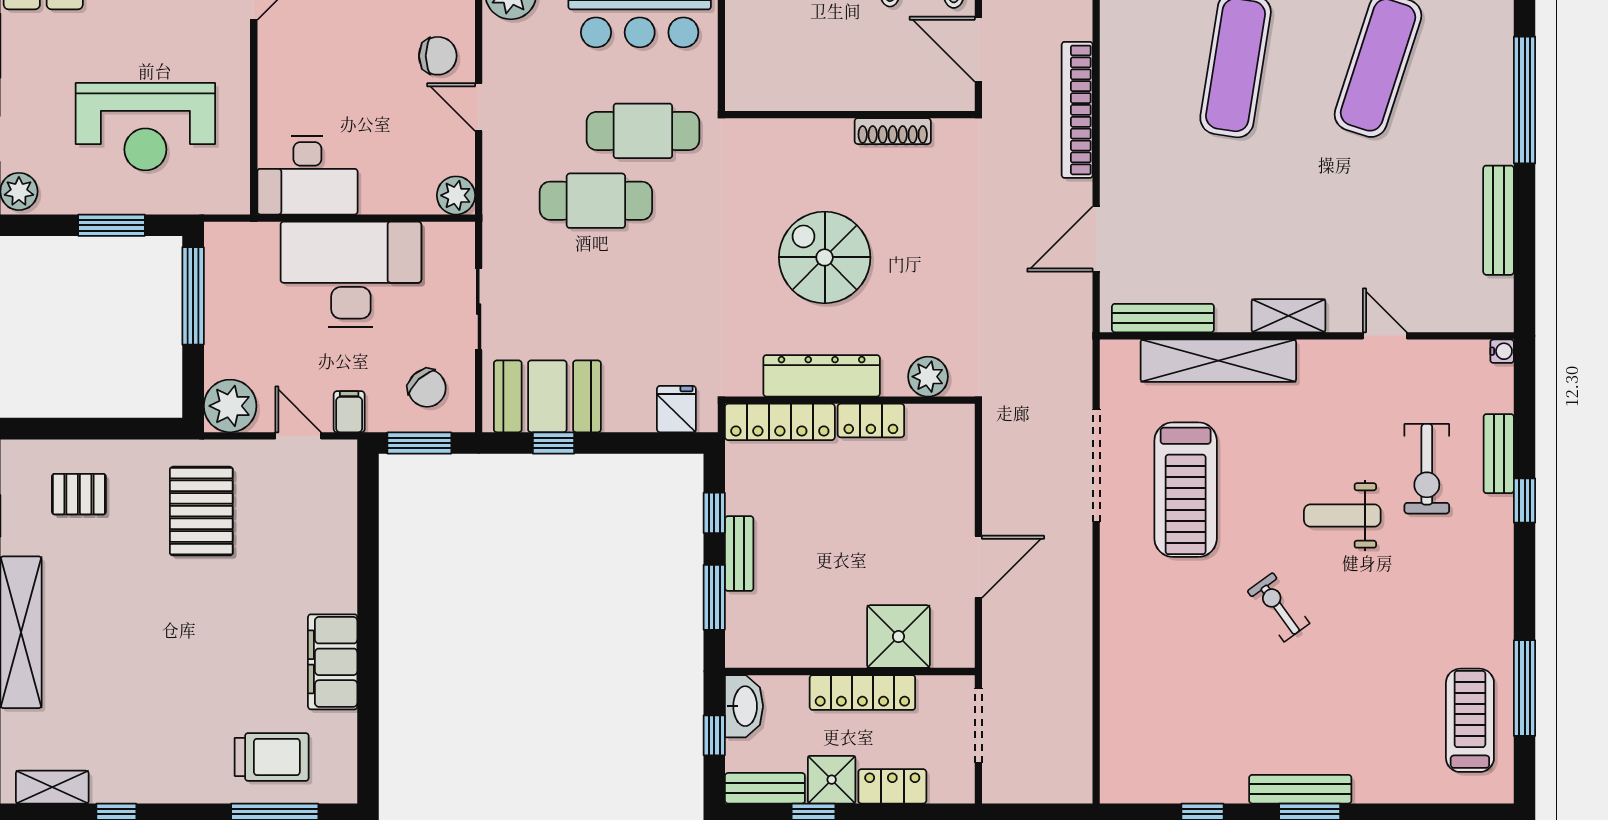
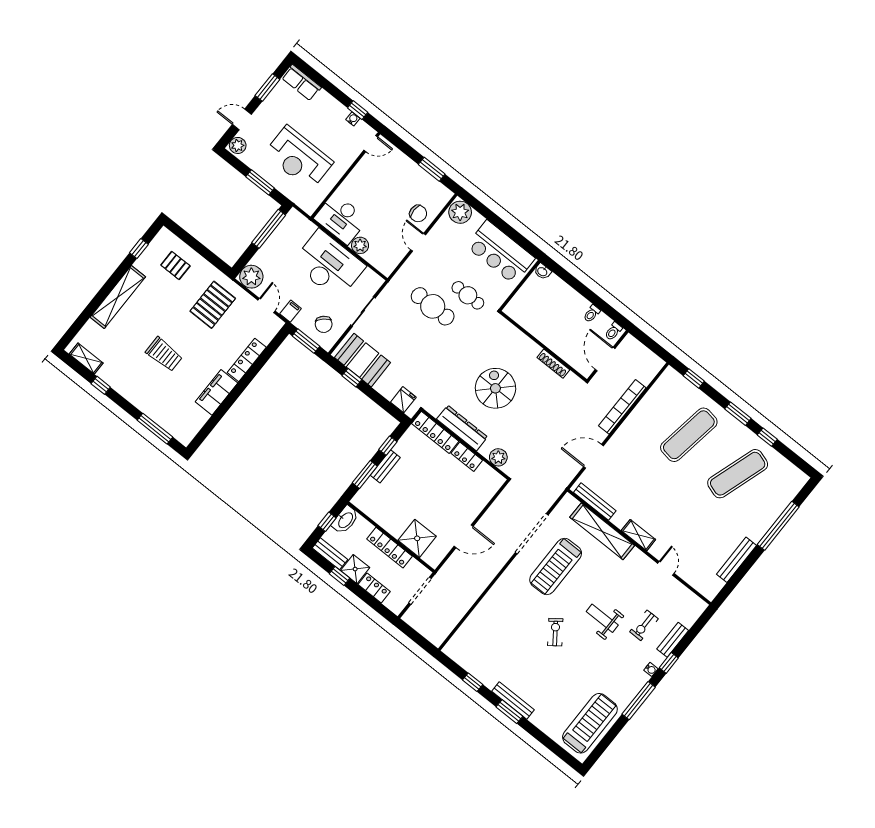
cafe table: (643, 131) -> (468, 295), width x0.73, depth x0.74
plant: (456, 195) -> (360, 245), moved
water cooler: (1502, 351) -> (651, 669), moved
exercise bike: (1427, 469) -> (644, 625), width x0.73, depth x0.72
locker: (341, 561) -> (247, 360), added
window: (1525, 688) -> (639, 701), moved
treadmill: (1470, 720) -> (590, 723), width x1.37, depth x1.38
trolley: (272, 757) -> (164, 354), moved

